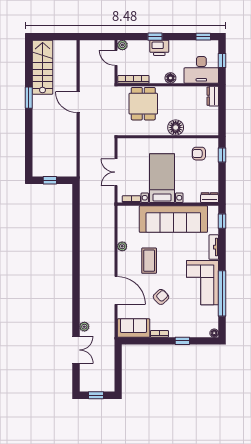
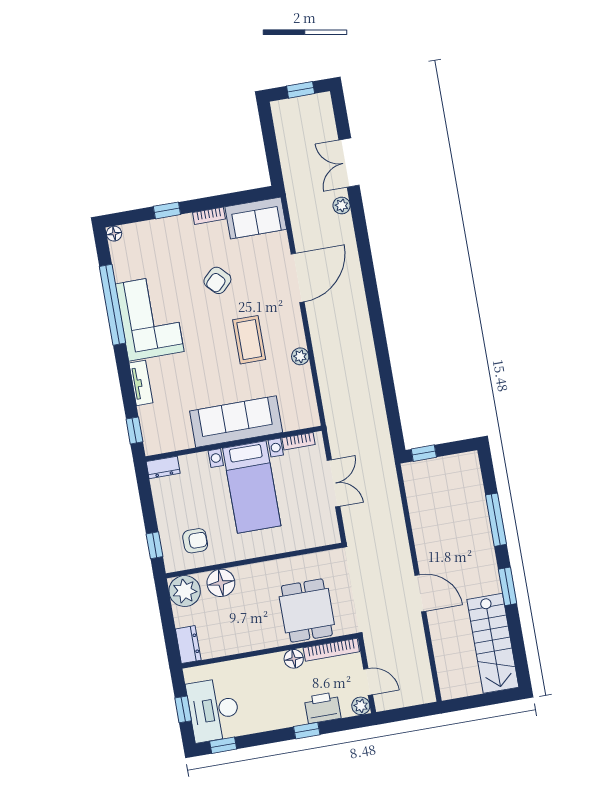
printer: (159, 48) -> (323, 708), moved
desk: (201, 70) -> (214, 710), moved, turned -90
floor lamp: (170, 78) -> (294, 659), moved
plant: (210, 126) -> (185, 591), added
floor lamp: (176, 127) -> (221, 583), moved
window: (29, 136) -> (496, 520), added
window: (50, 180) -> (424, 453), moved
sofa: (173, 219) -> (236, 422), width x0.74, depth x0.79
door: (116, 290) -> (298, 278), swing flipped

